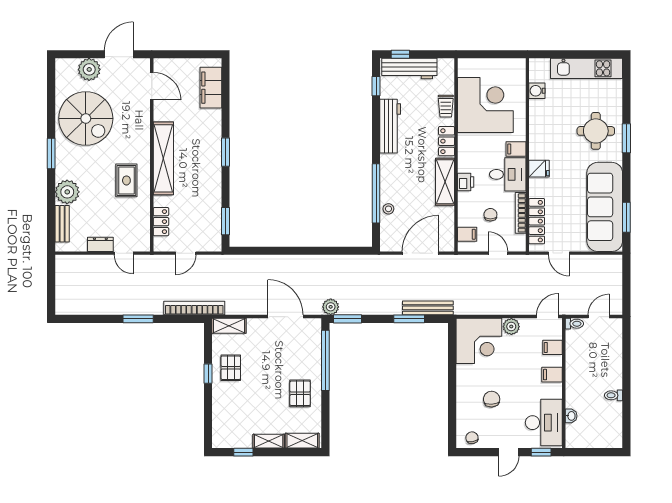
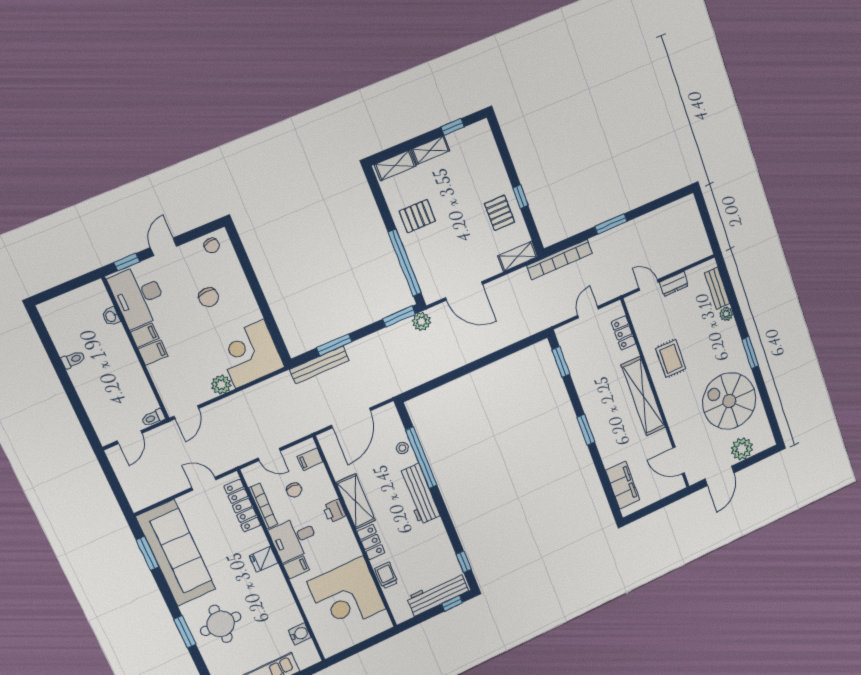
workbench: (390, 126) -> (419, 494), moved
plant: (67, 192) -> (726, 314), width x0.53, depth x0.53
filing cabinet: (553, 347) -> (145, 335), moved
pallet: (300, 393) -> (417, 216), turned 90

